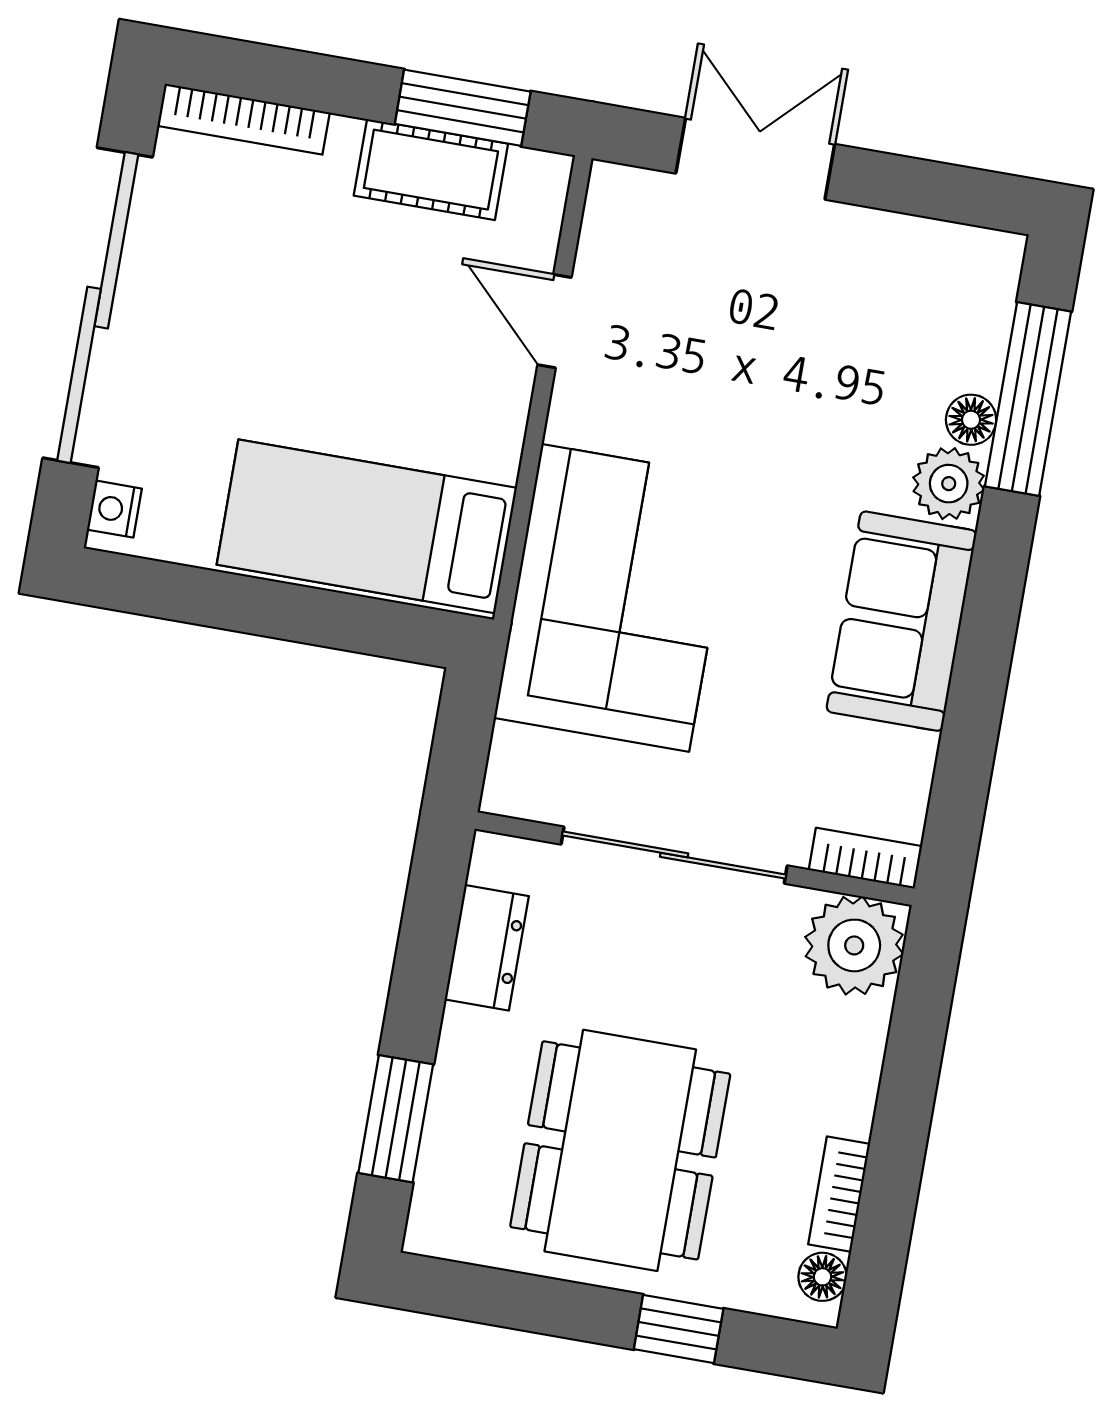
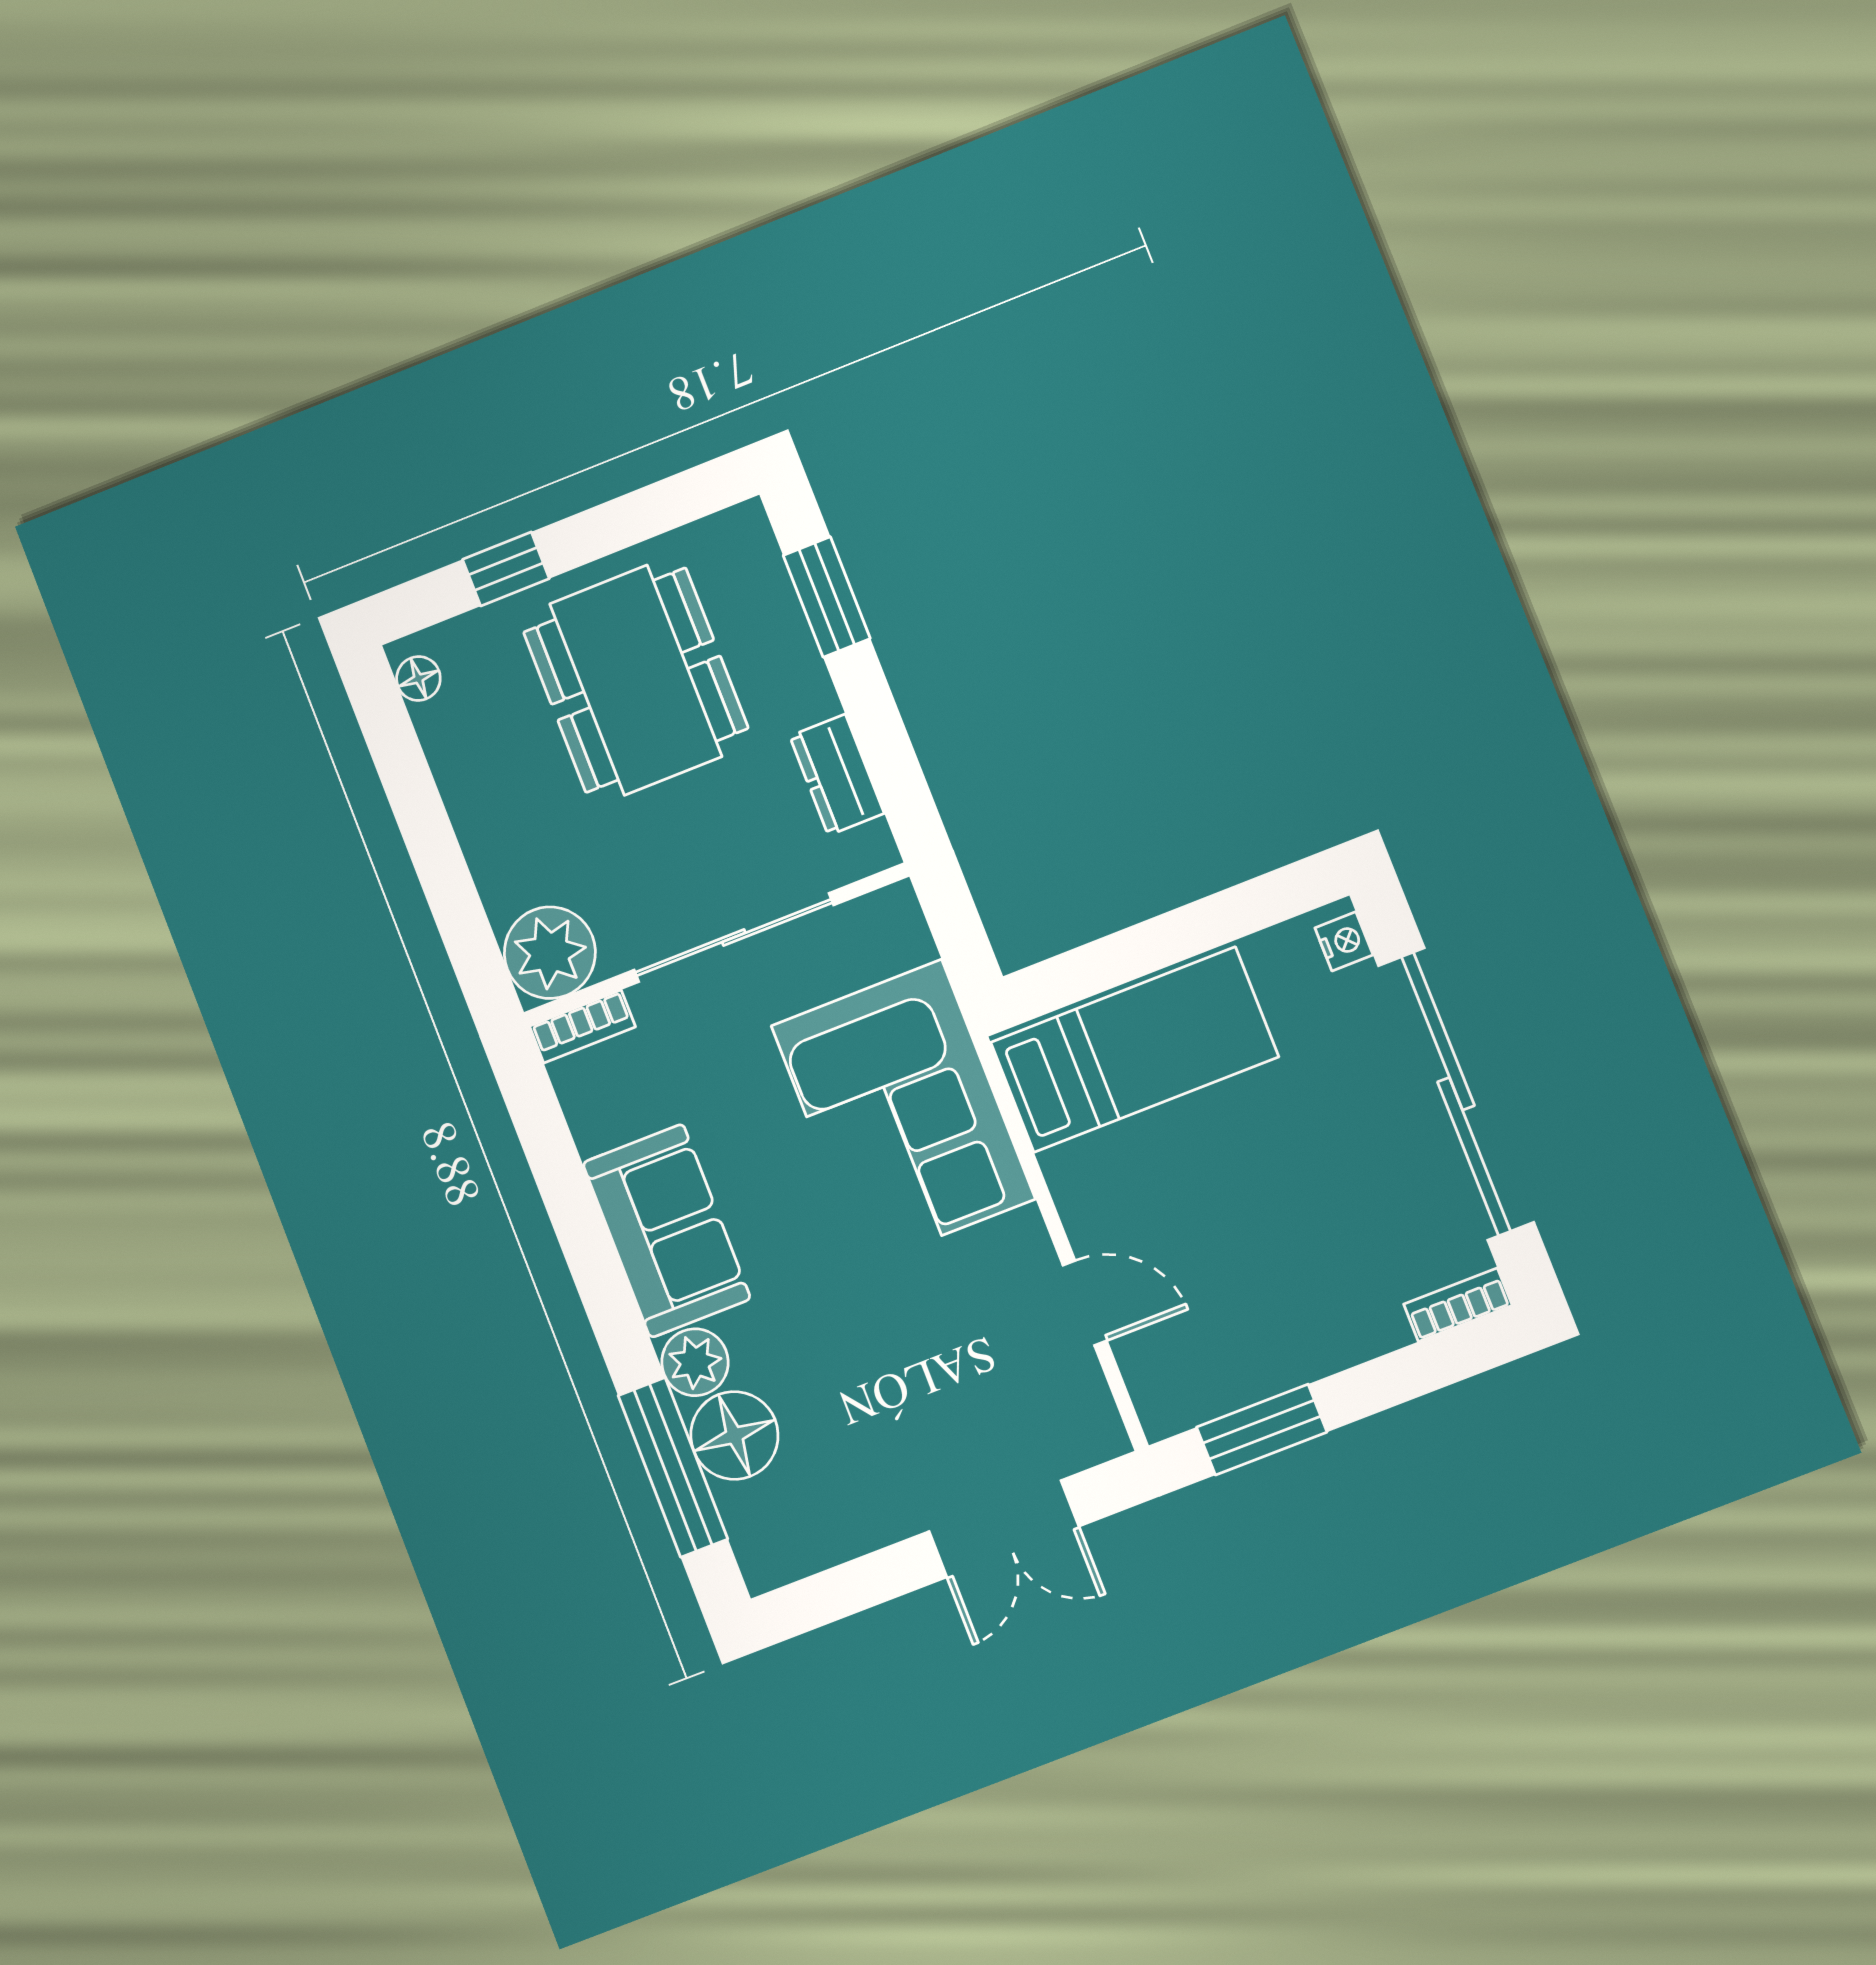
bookcase: (244, 119) -> (1458, 1305), width x0.64
cot: (431, 170) -> (1257, 1365), removed
floor lamp: (971, 420) -> (734, 1435), width x1.89, depth x1.89
bookcase: (839, 1194) -> (444, 751), removed

